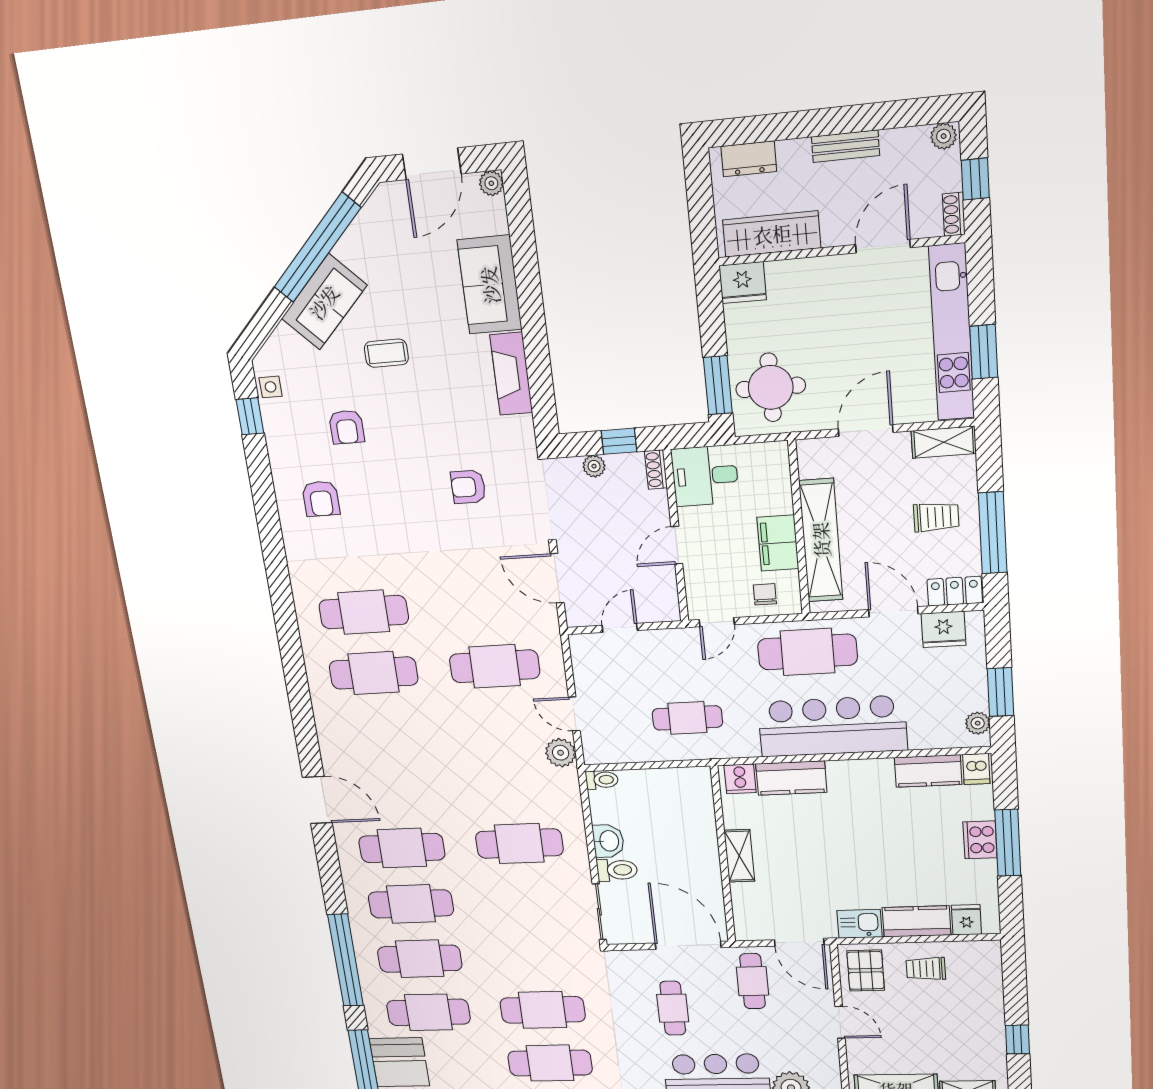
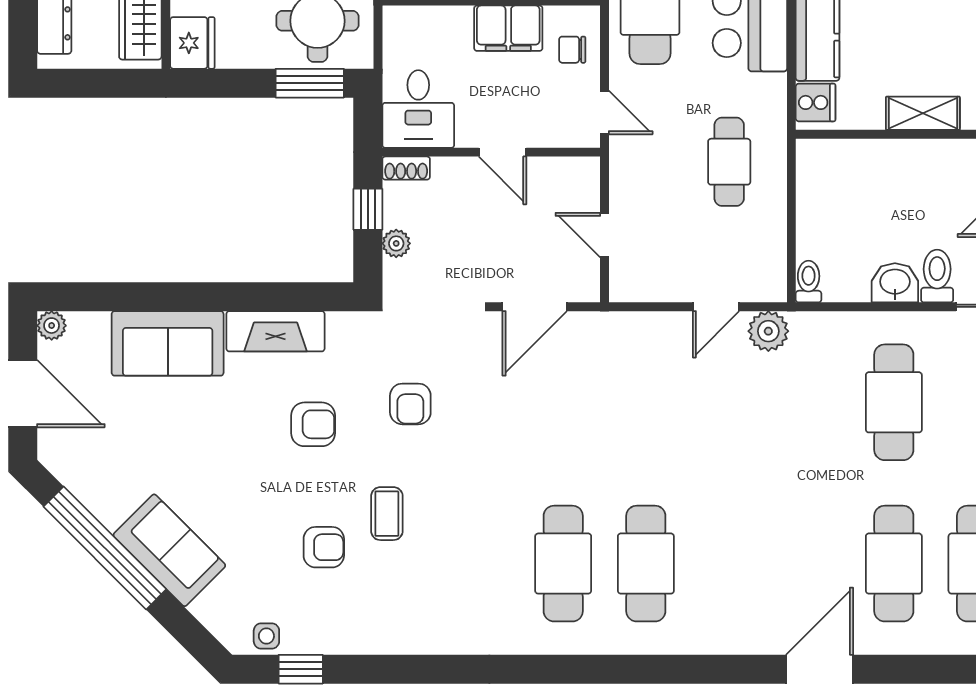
coffee table: (386, 353) -> (387, 514), moved
armchair: (321, 499) -> (313, 424), moved
cafe table: (495, 666) -> (646, 402), removed

